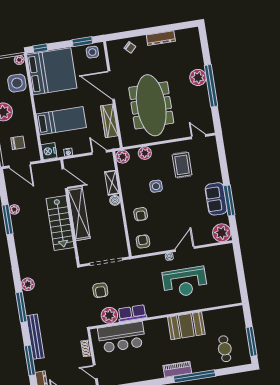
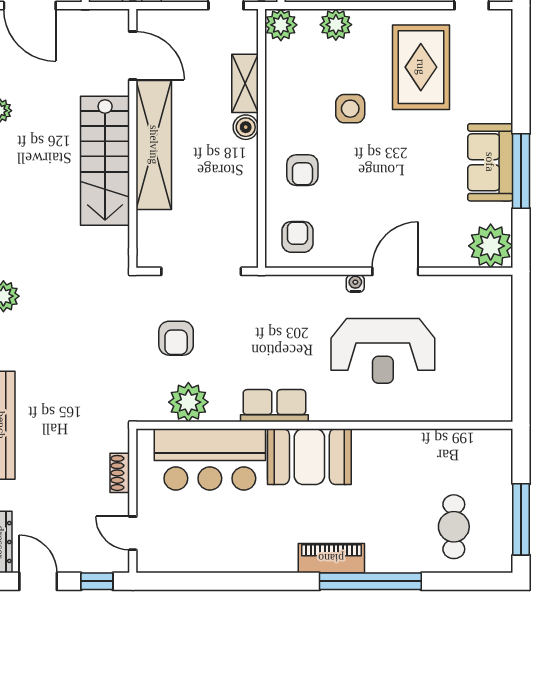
rug: (182, 165) -> (421, 67), width x1.36, depth x1.43
row of seats: (132, 313) -> (274, 406), moved
booth: (186, 326) -> (309, 457), moved

